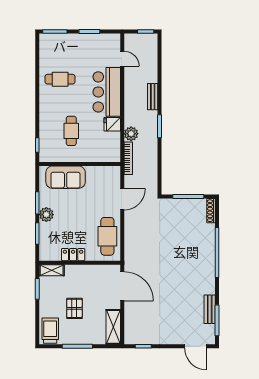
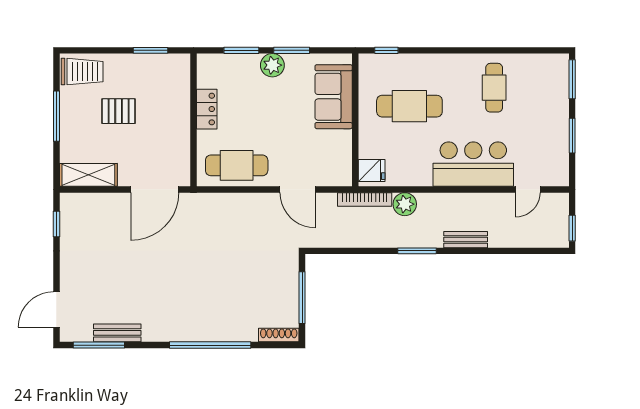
fridge: (112, 124) -> (372, 170), moved, turned 90
cafe table: (71, 131) -> (409, 106), width x1.37, depth x1.35
shelving: (52, 270) -> (181, 74), removed

